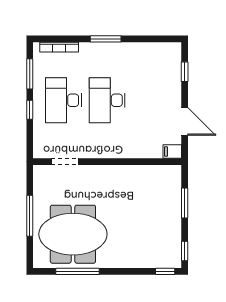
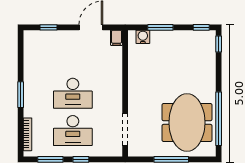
doorway: (65, 162) -> (125, 129), width x1.38
water cooler: (174, 182) -> (143, 37), added
window: (77, 271) -> (219, 119), width x1.46

